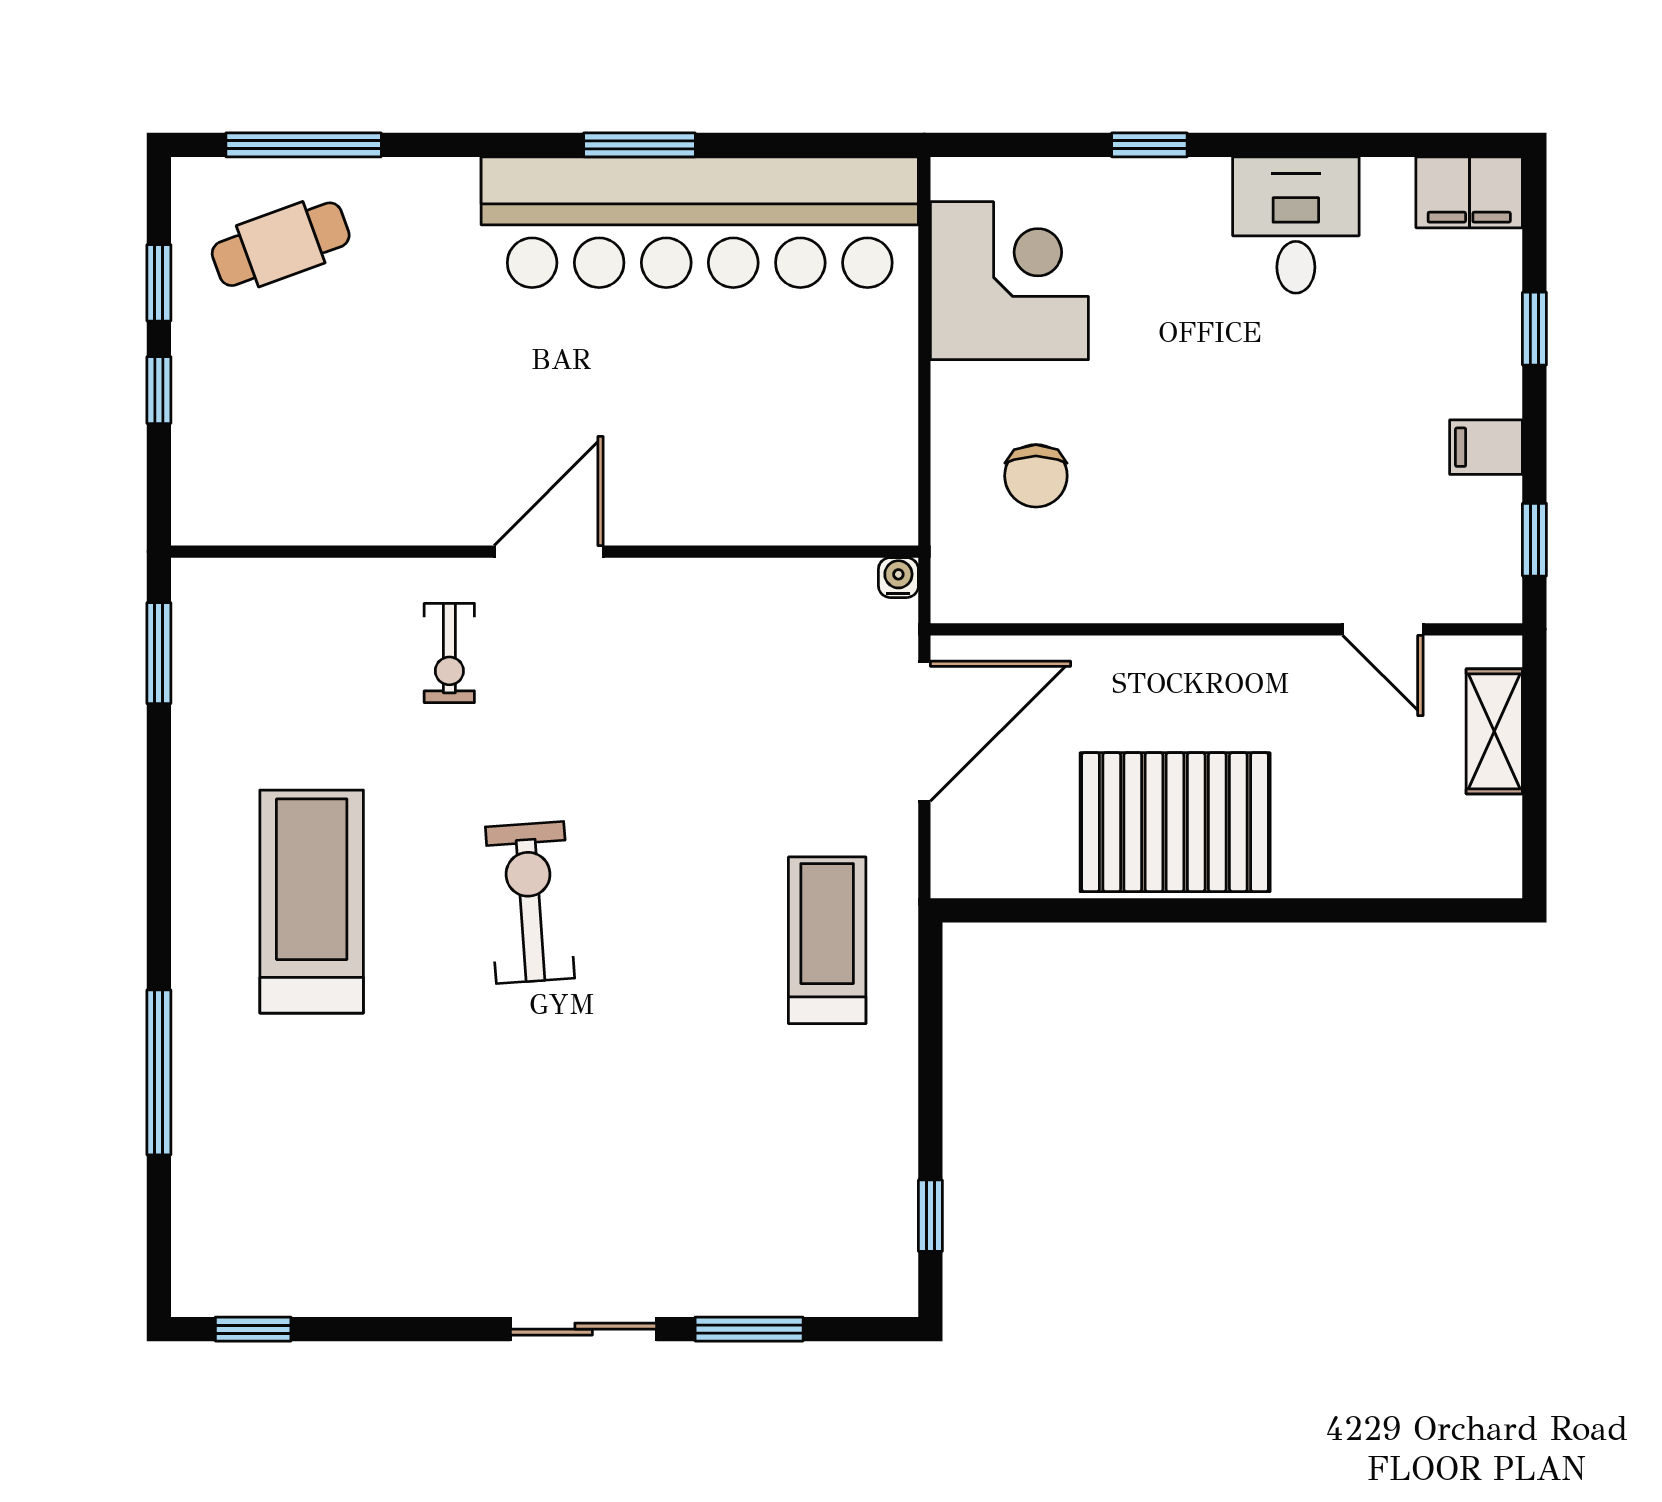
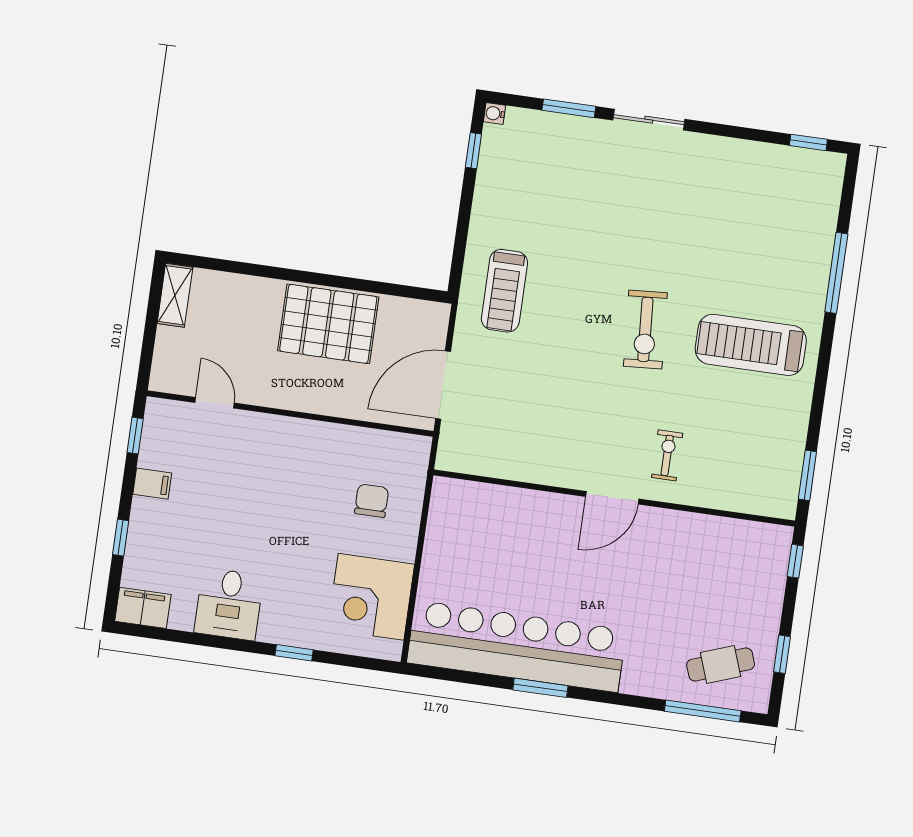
window: (159, 390) -> (795, 561), moved
water cooler: (898, 578) -> (495, 113), moved, turned 90
shelving: (1494, 731) -> (175, 295), moved
treadmill: (312, 902) -> (751, 345), turned 90

